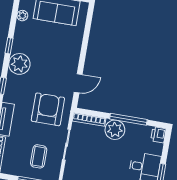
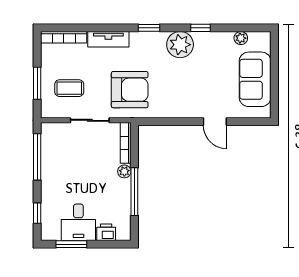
door: (78, 83) -> (215, 122), moved
plant: (115, 130) -> (124, 171), width x0.53, depth x0.53
printer: (158, 135) -> (106, 232), moved

